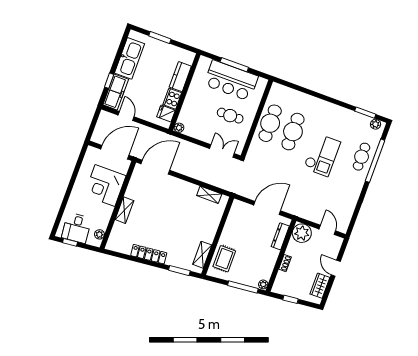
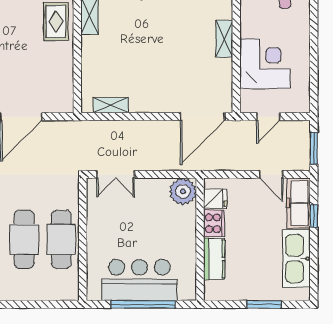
window: (234, 65) -> (143, 304), width x1.46
cafe table: (230, 116) -> (122, 229), removed
window: (94, 122) -> (314, 148), added
plant: (179, 128) -> (183, 192), width x1.88, depth x1.88
door: (115, 152) -> (268, 117), width x0.53

